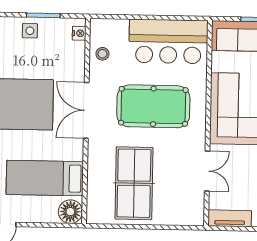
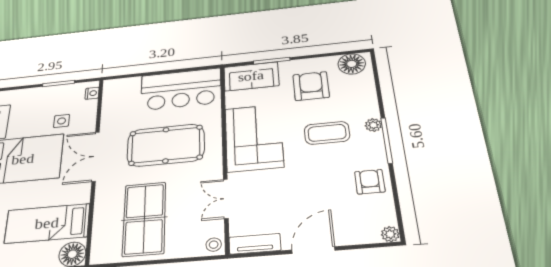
side table: (30, 31) -> (62, 121), moved
stool: (102, 54) -> (214, 245), moved
double door: (207, 171) -> (226, 199), swing flipped

